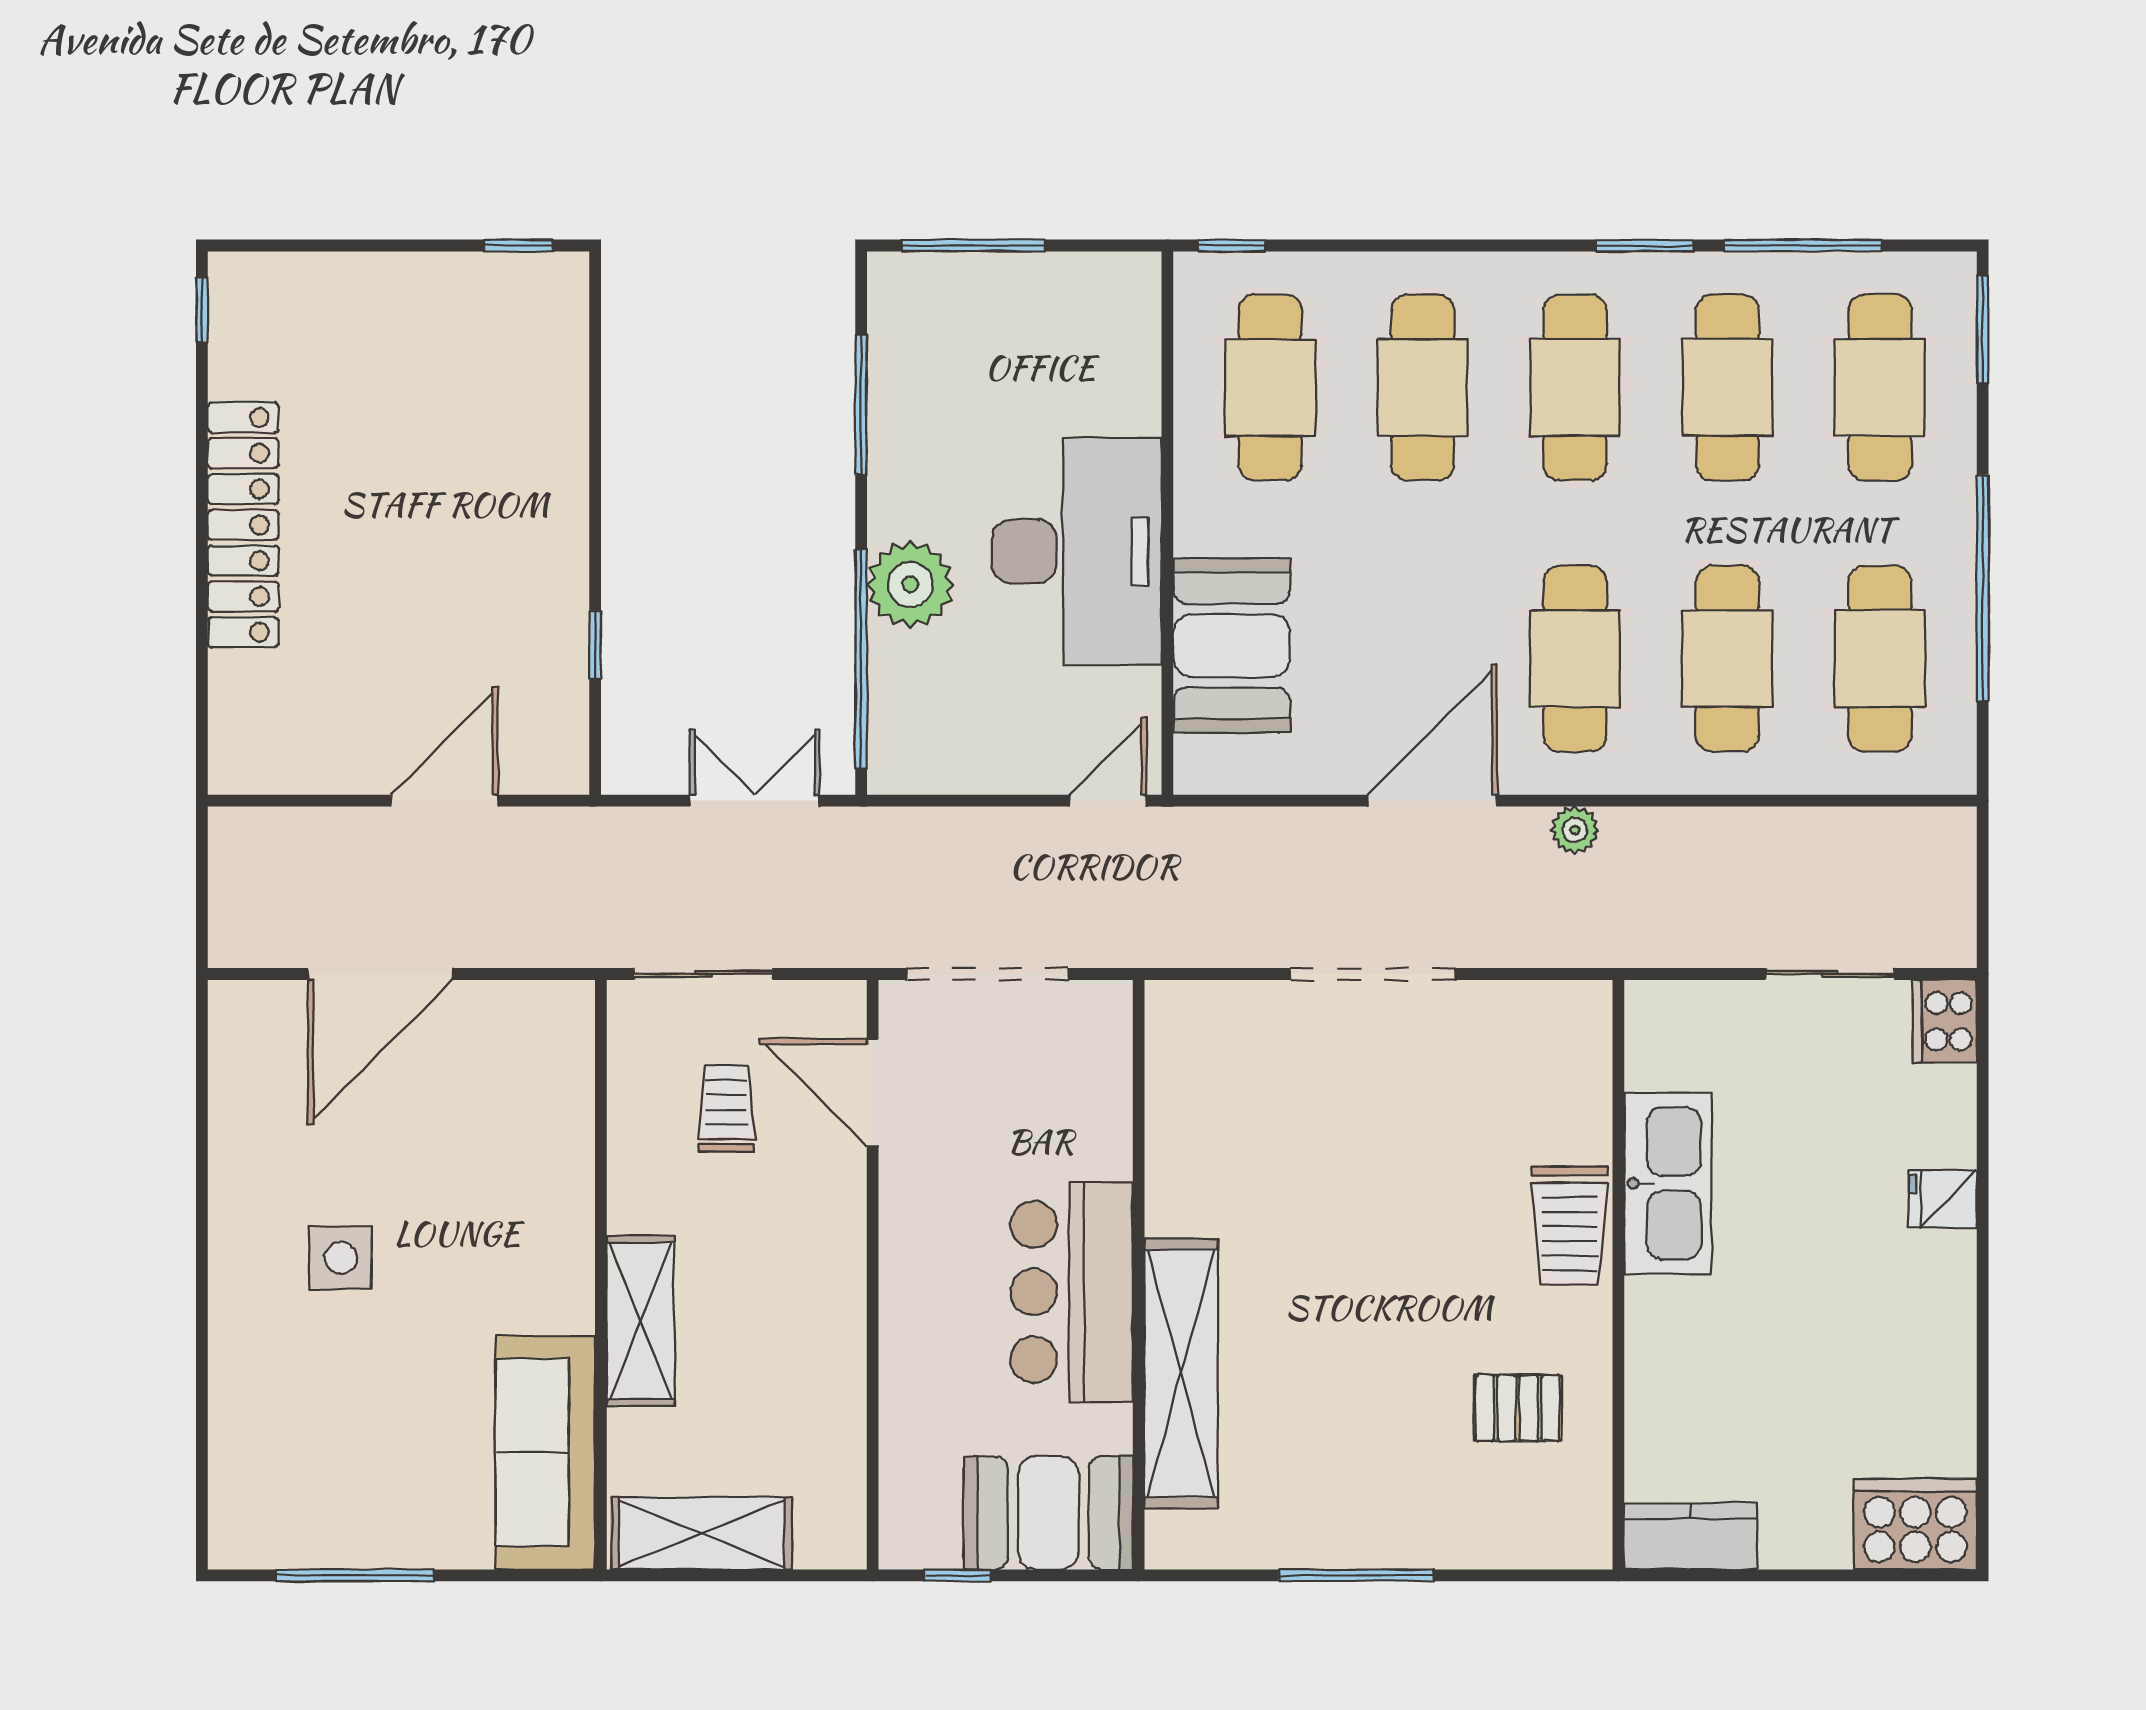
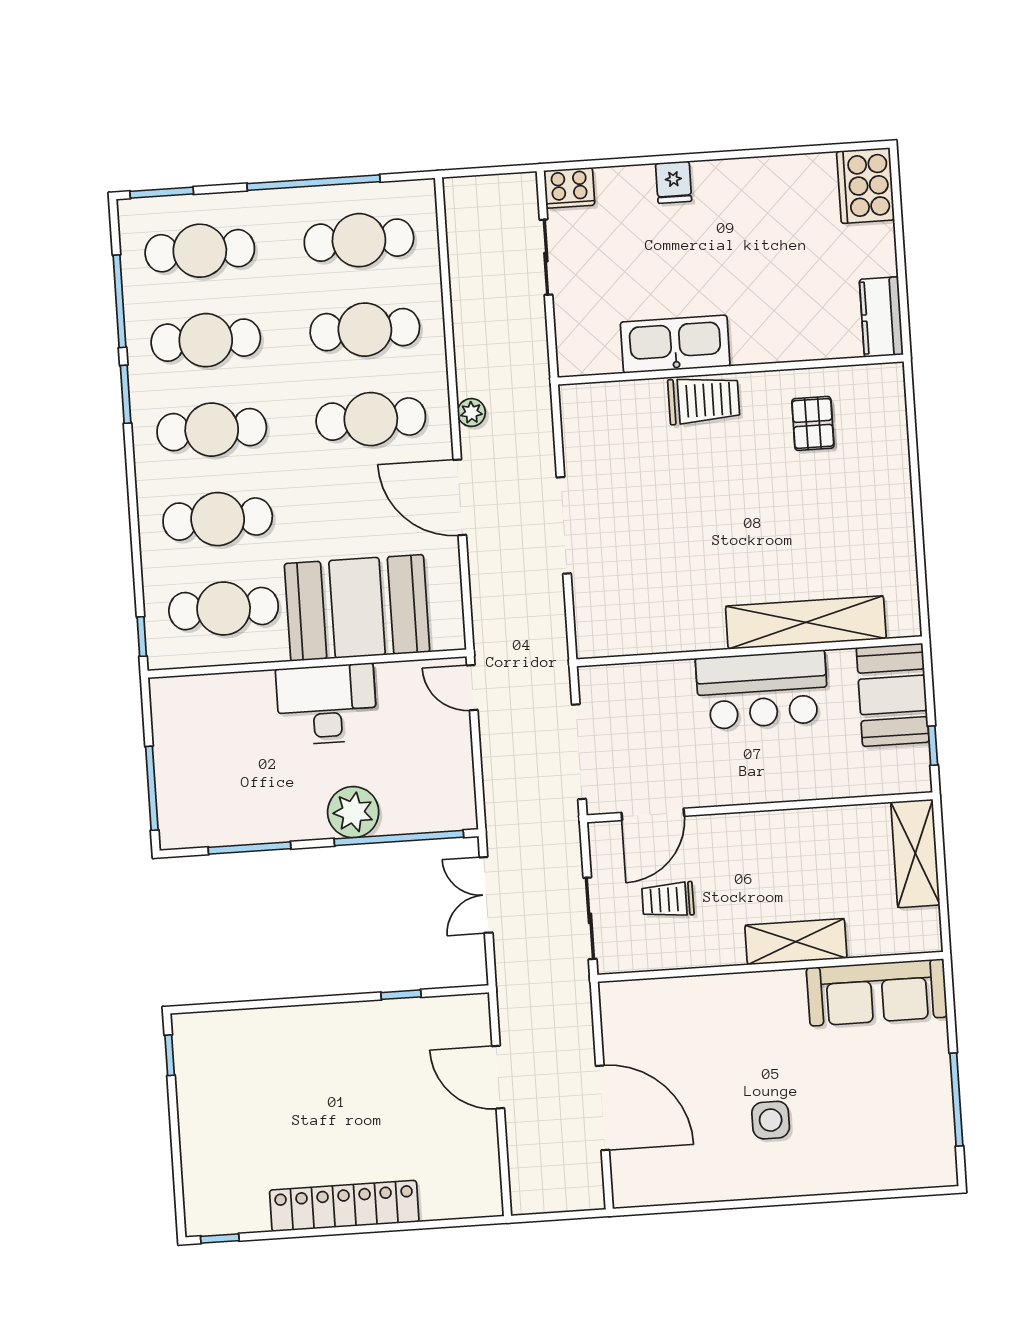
desk: (1077, 551) -> (327, 704), width x0.73, depth x0.77
booth: (1232, 646) -> (357, 608), width x1.36, depth x1.42
shelving: (701, 1533) -> (915, 853), moved
window: (1356, 1575) -> (917, 512), removed

